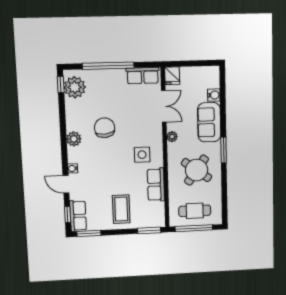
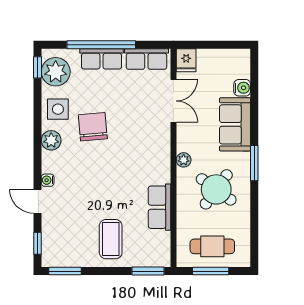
plant: (172, 137) -> (184, 160), moved
side table: (142, 155) -> (58, 109), moved
row of seats: (78, 216) -> (102, 59), moved, turned 90
window: (194, 228) -> (211, 271), width x0.69

